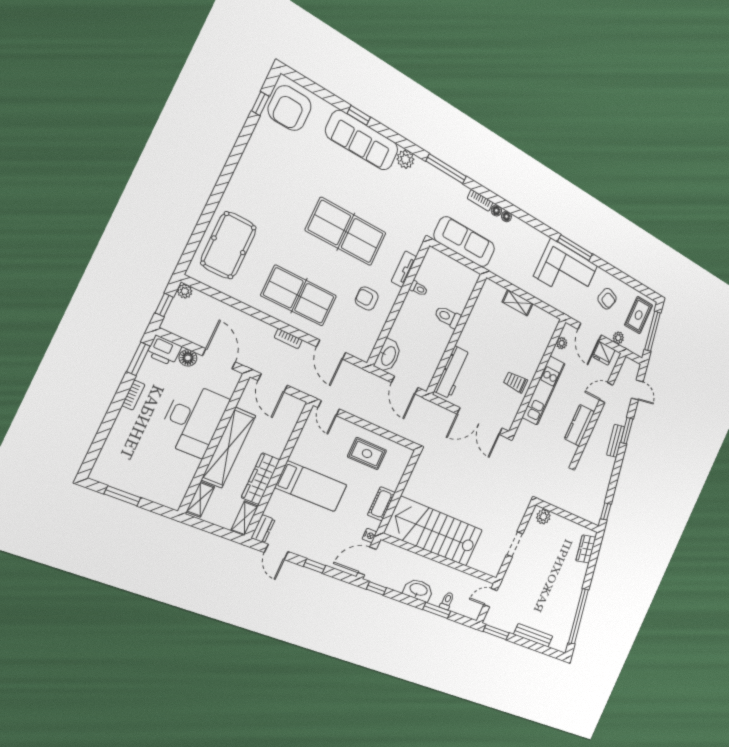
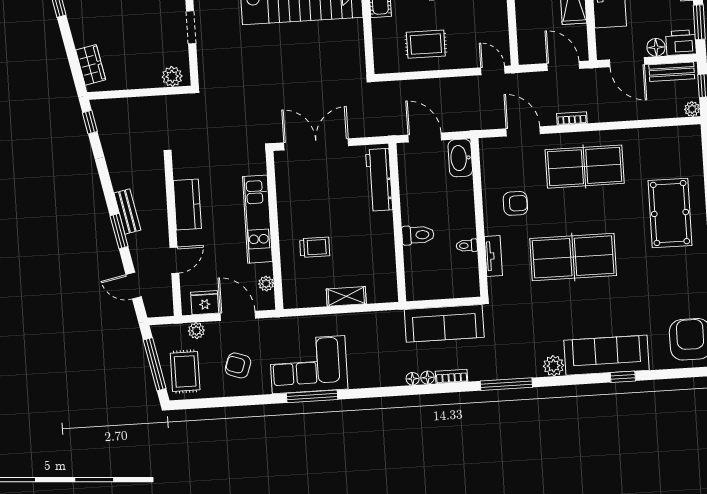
pool table: (228, 245) -> (670, 213), moved
bench: (185, 331) -> (672, 72), added
trolley: (515, 382) -> (315, 247), moved

